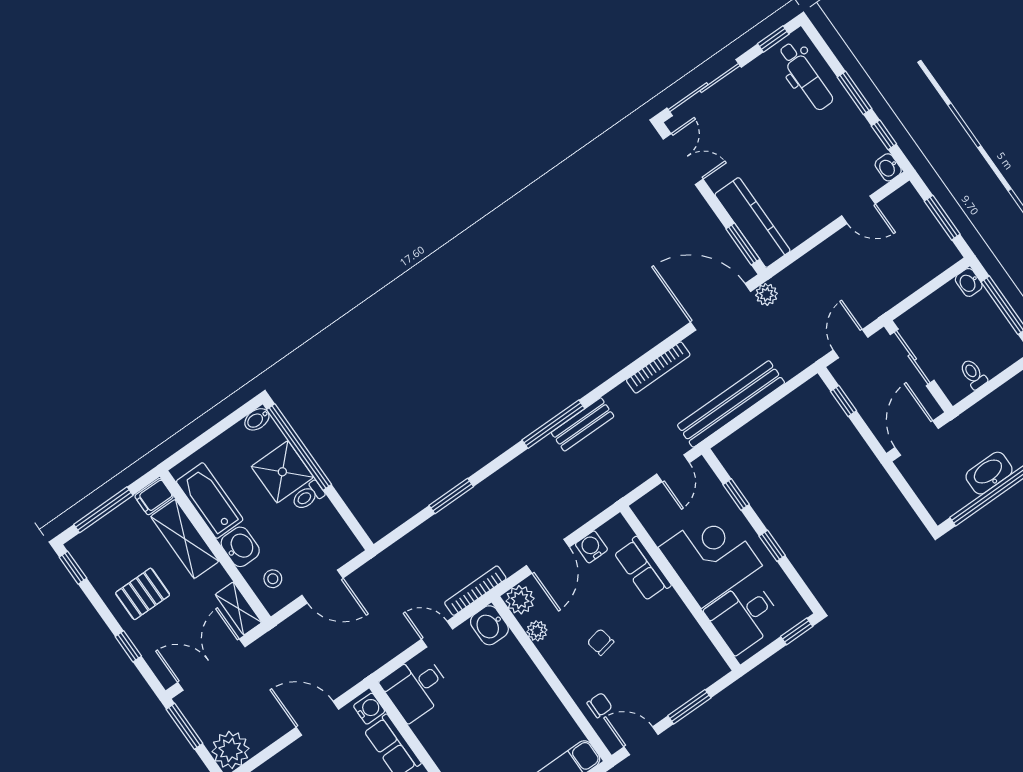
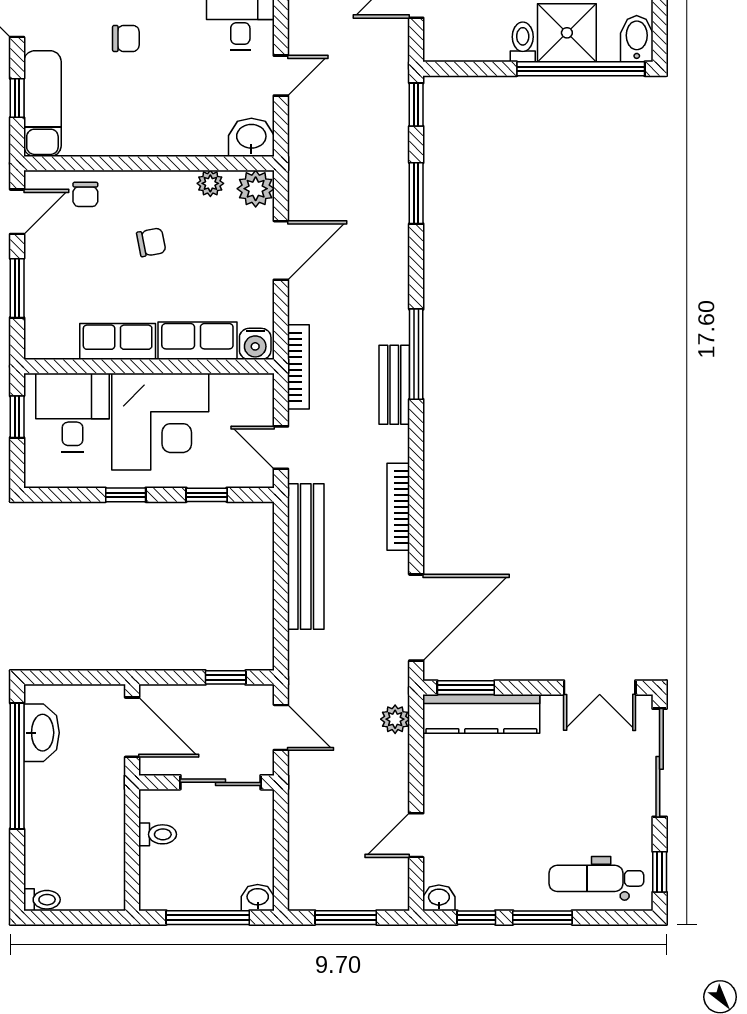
plant: (766, 294) -> (395, 719), moved
bidet: (257, 419) -> (637, 39), width x1.38, depth x1.36
washbasin: (989, 473) -> (42, 733), moved
window: (395, 535) -> (416, 105), added
water cooler: (591, 547) -> (255, 344), moved, turned 90
door: (548, 556) -> (281, 250), swing flipped
bookcase: (475, 591) -> (298, 367), moved
row of seats: (678, 619) -> (118, 341), added
window: (797, 631) -> (17, 417), moved
chair: (483, 749) -> (126, 38), added

